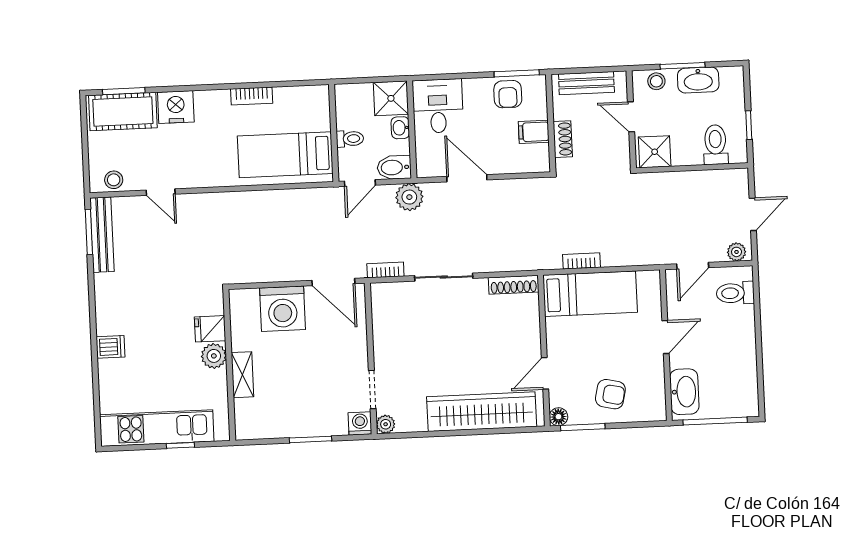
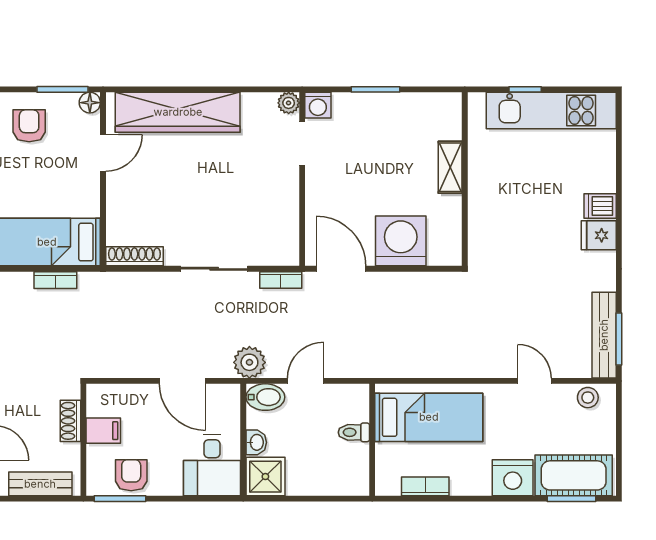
wall: (334, 133) -> (372, 440), moved
toilet: (350, 139) -> (354, 432), moved
bed: (285, 155) -> (429, 417), moved
fridge: (210, 329) -> (599, 235), moved, turned 180
plant: (214, 356) -> (482, 190), removed
armchair: (610, 394) -> (29, 126), turned 78

